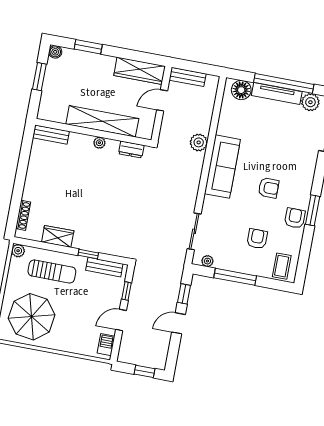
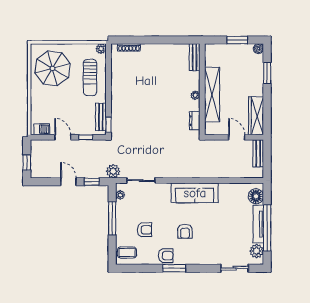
plant: (199, 142) -> (113, 171), moved
wardrobe: (58, 236) -> (118, 77), removed
window: (88, 254) -> (109, 125), moved

